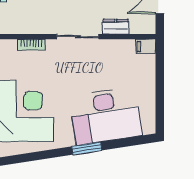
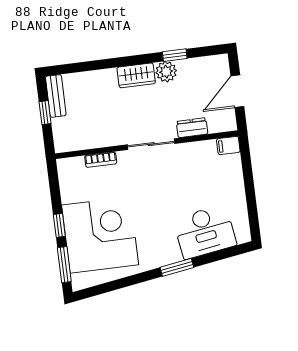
desk: (106, 116) -> (205, 232), width x0.73, depth x0.77

